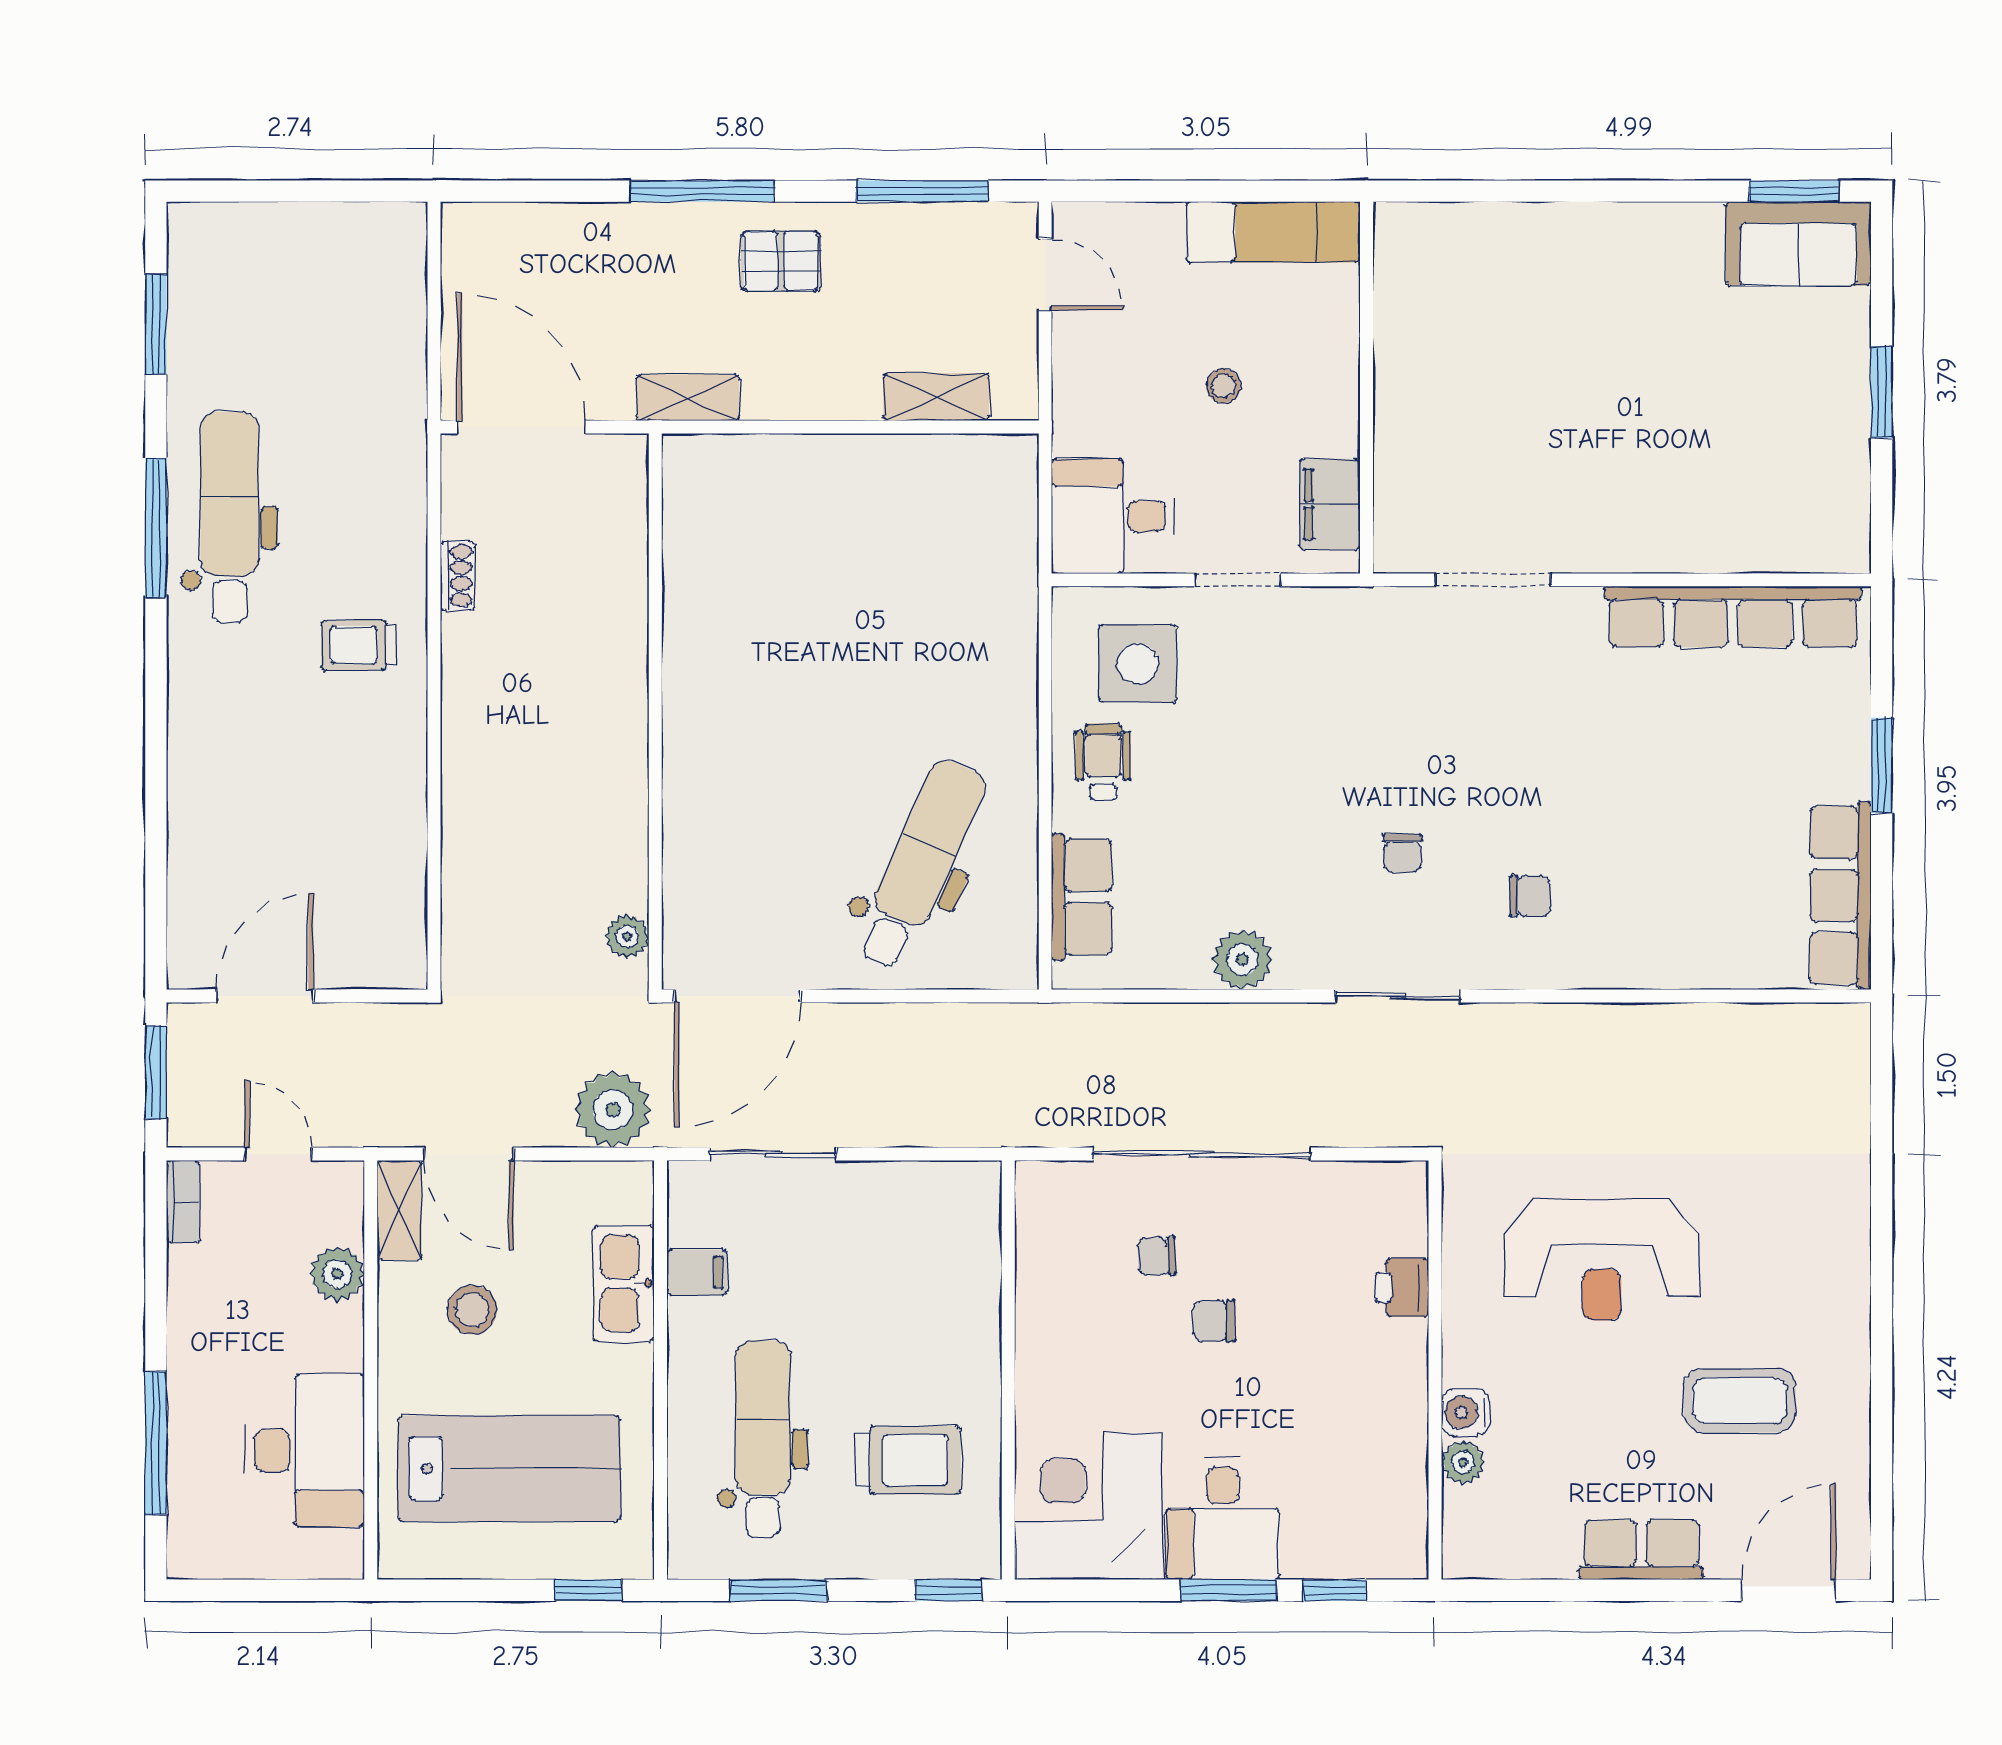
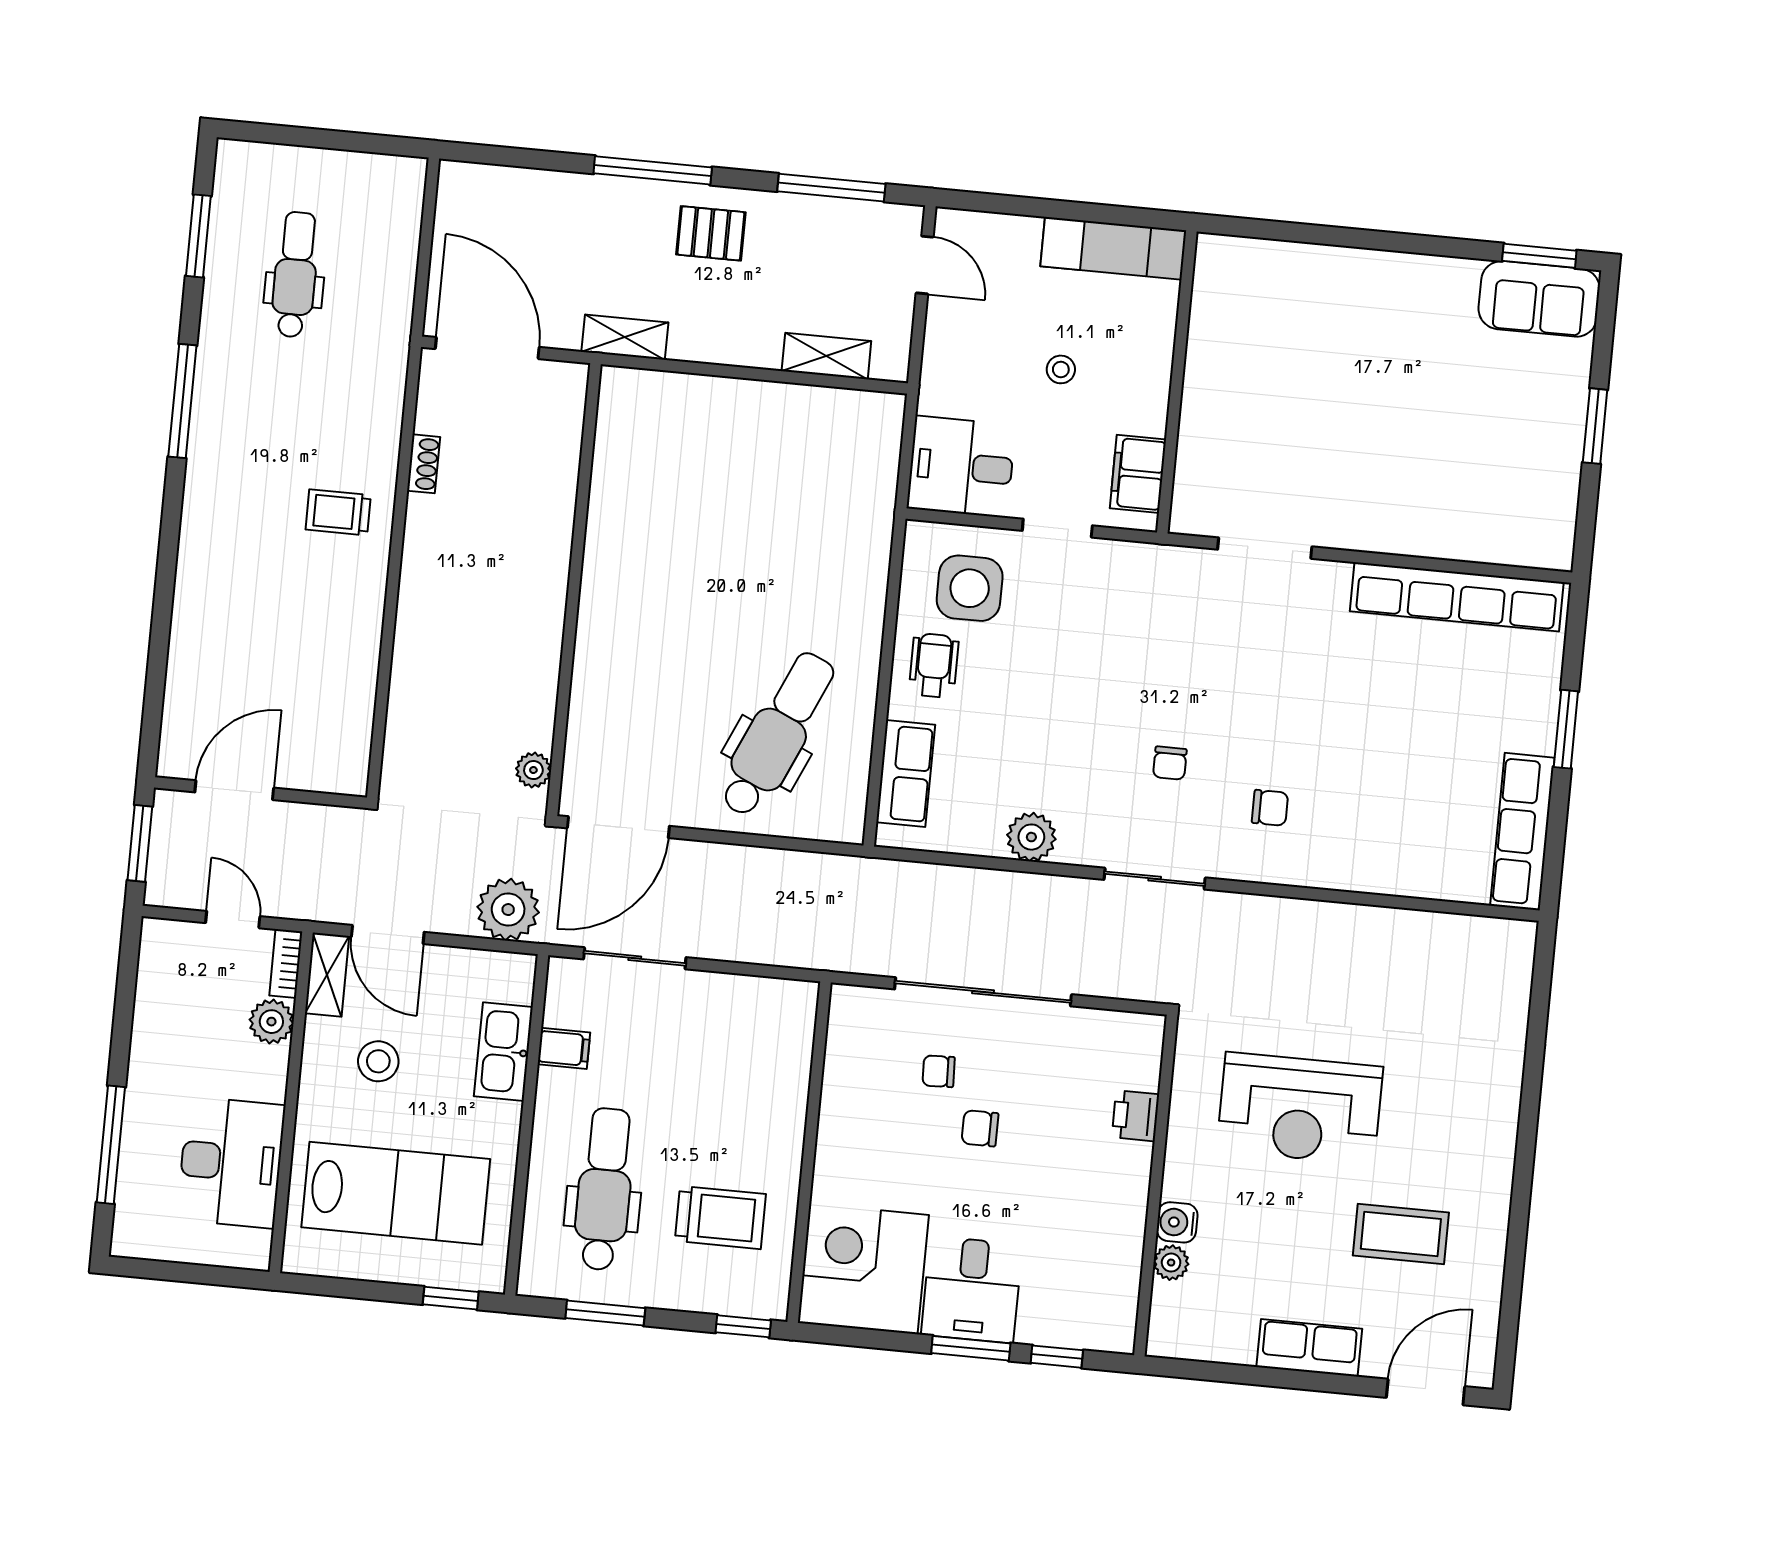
dental chair: (230, 517) -> (295, 275), moved, width x0.73, depth x0.72
bookcase: (183, 1201) -> (286, 964), moved, turned 180

